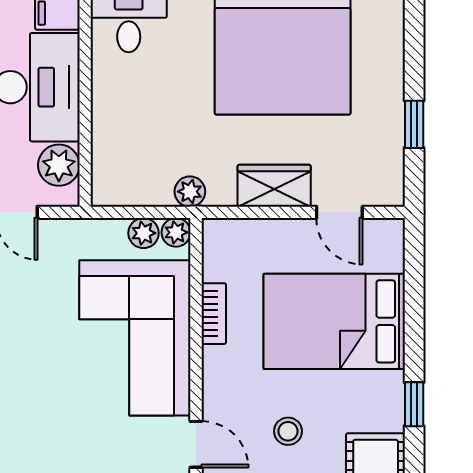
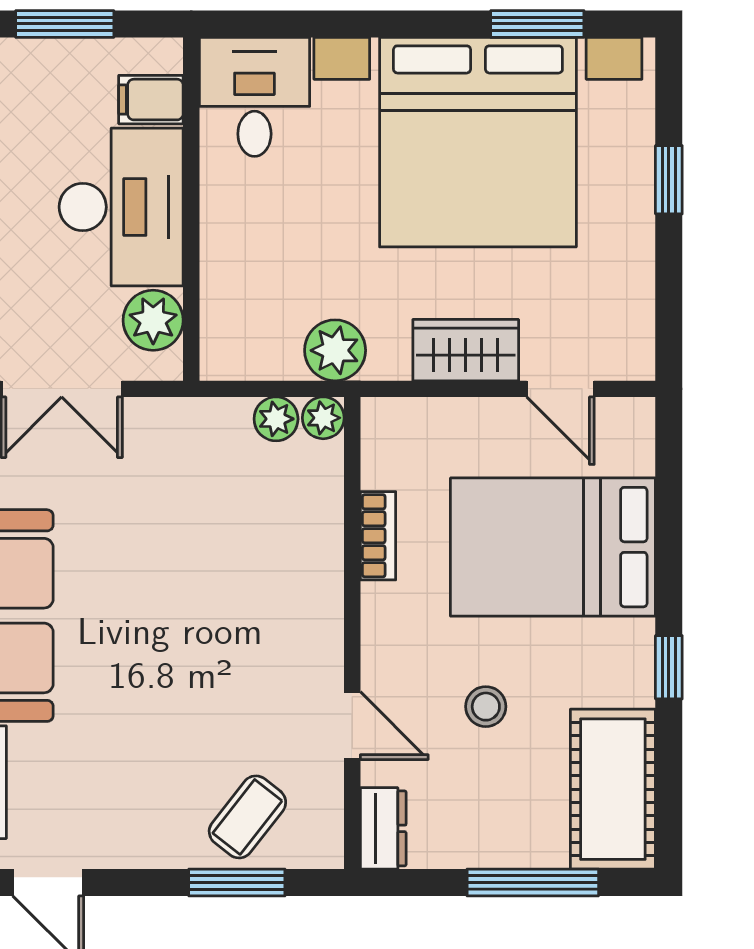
window: (414, 124) -> (669, 180), moved
plant: (190, 192) -> (335, 350), width x1.38, depth x1.38
corner sofa: (135, 338) -> (264, 571), removed

